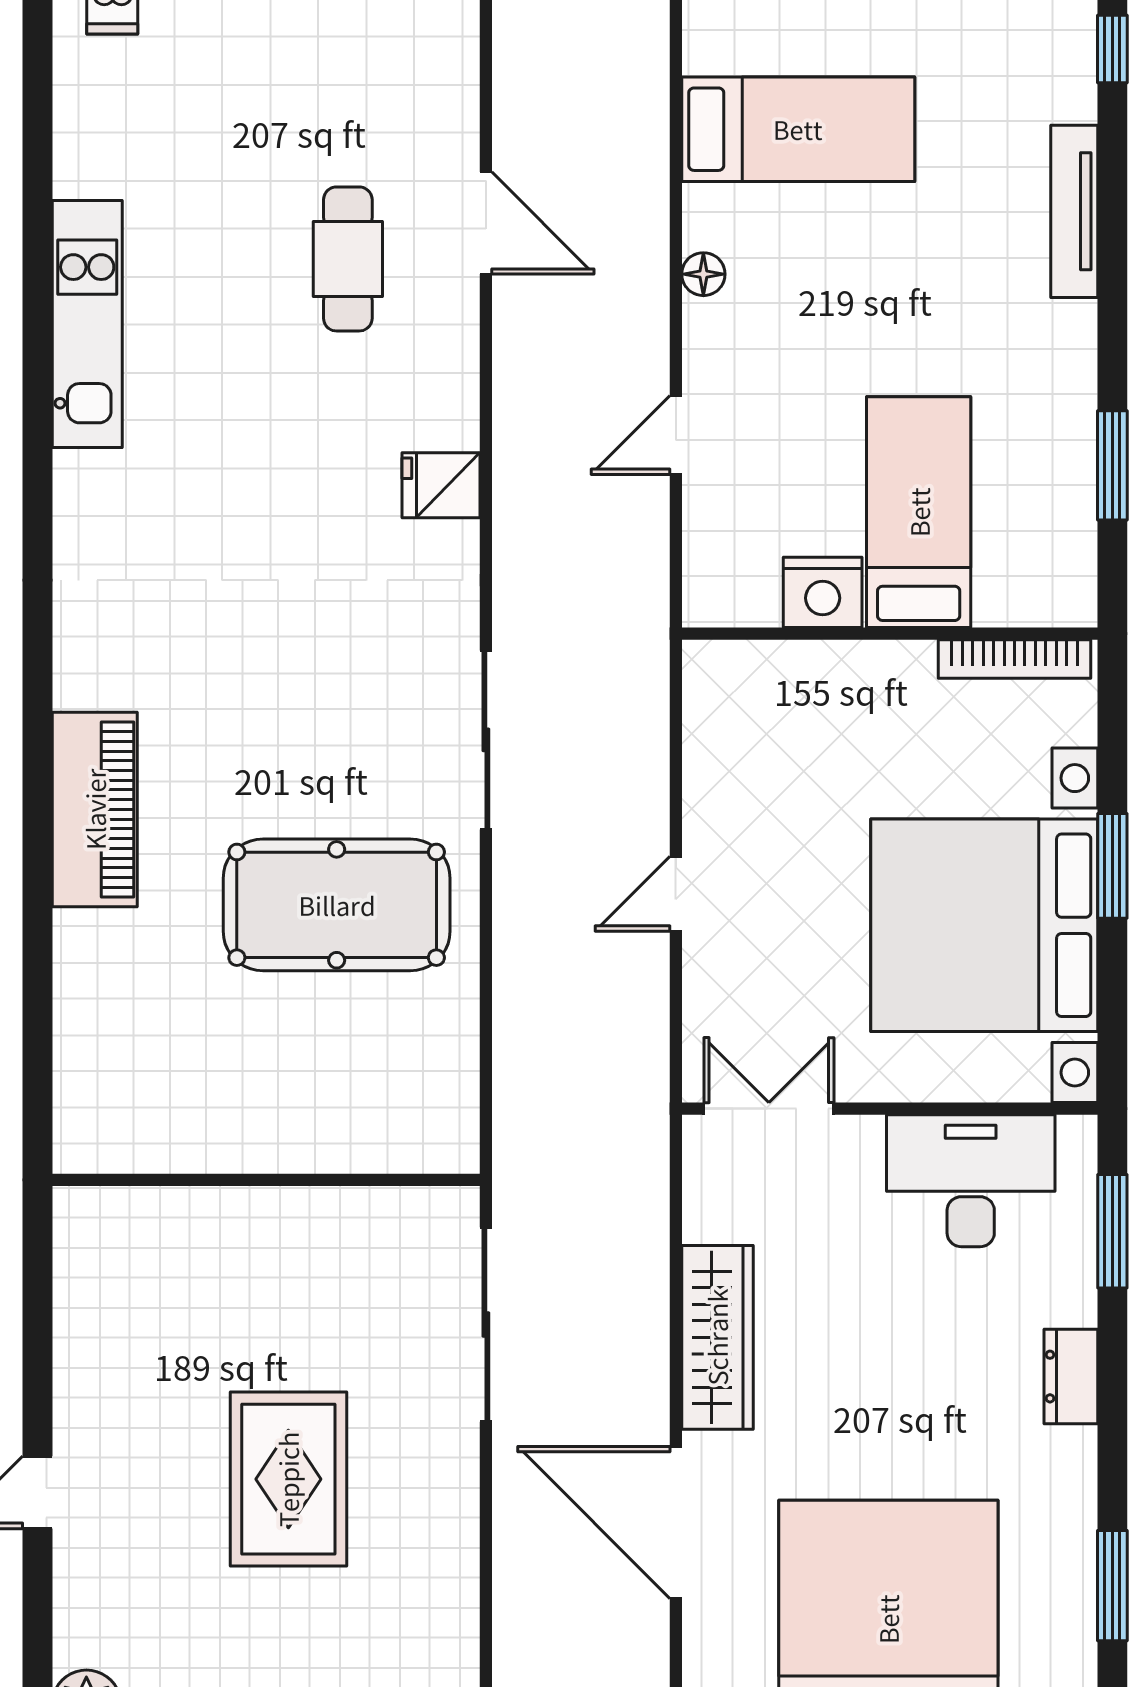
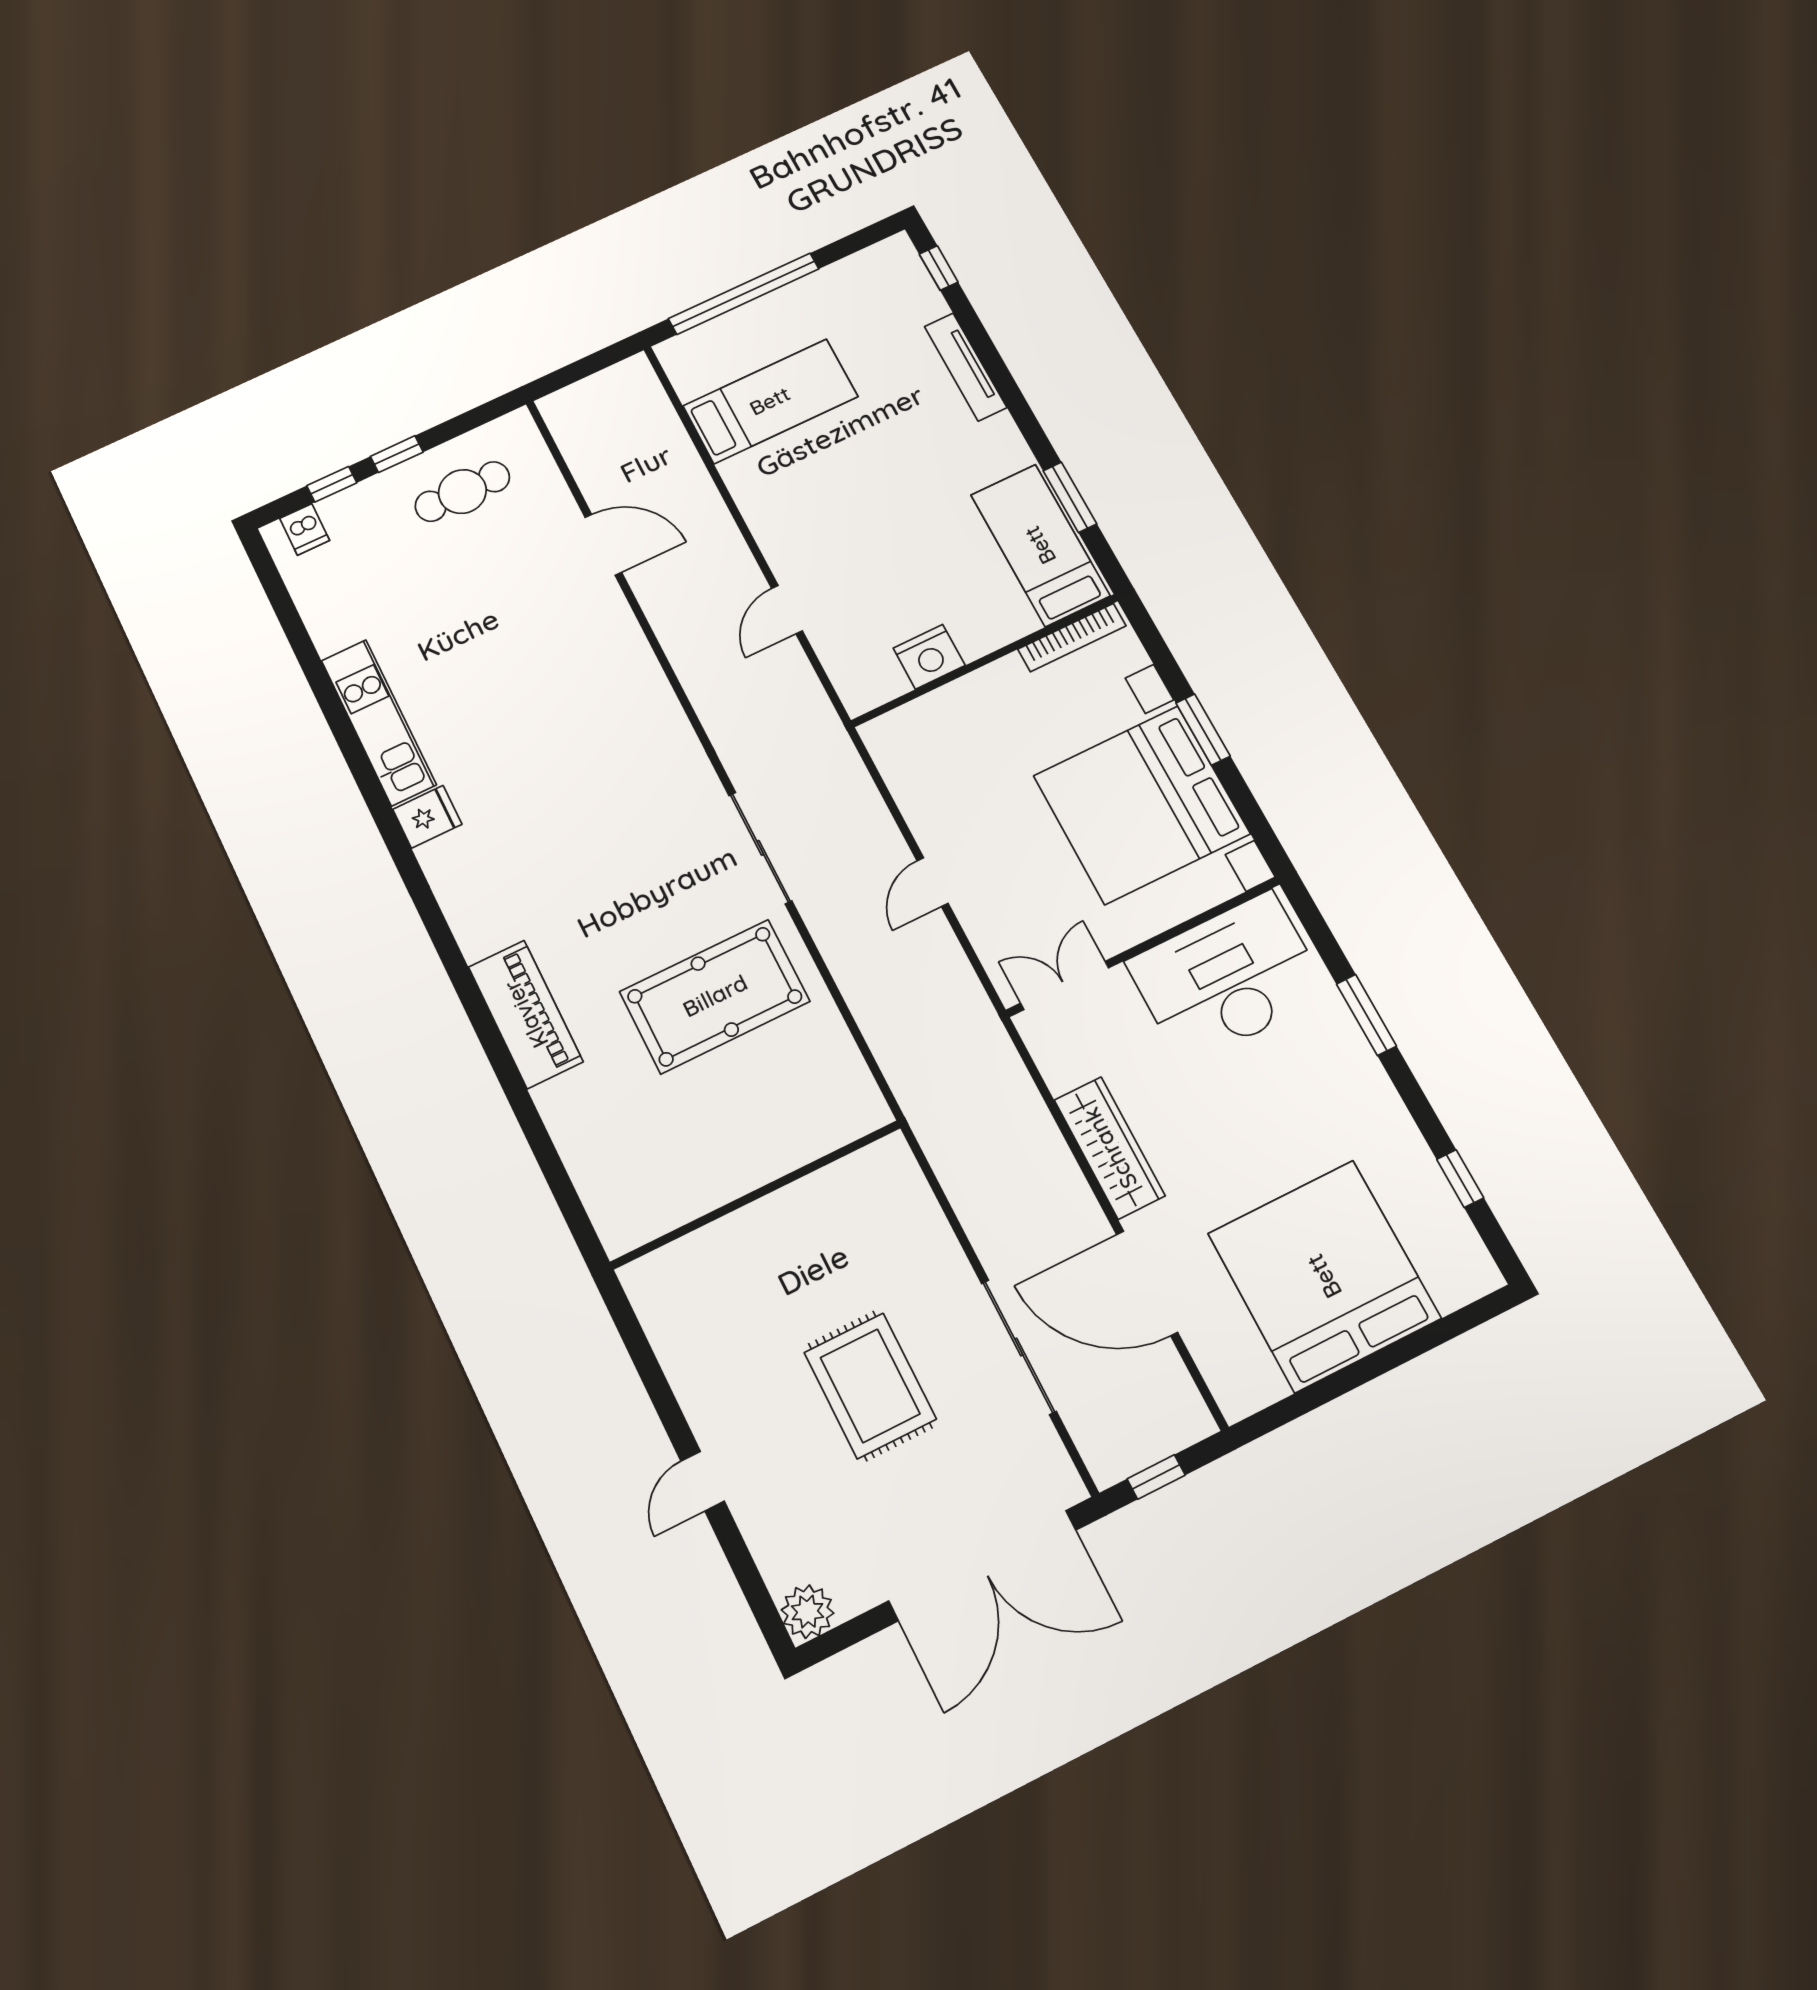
cafe table: (348, 259) -> (462, 492), moved, turned 90
floor lamp: (703, 274) -> (755, 510), removed
fridge: (441, 485) -> (427, 817), moved, turned 180
bed: (919, 512) -> (1040, 545), moved
desk: (971, 1181) -> (1228, 978), width x1.36, depth x1.30
window: (1112, 1231) -> (1366, 1015), moved
sliding door: (486, 1324) -> (1019, 1347), moved
dresser: (1071, 1377) -> (1356, 1057), removed
window: (1112, 1586) -> (1460, 1179), width x0.67

